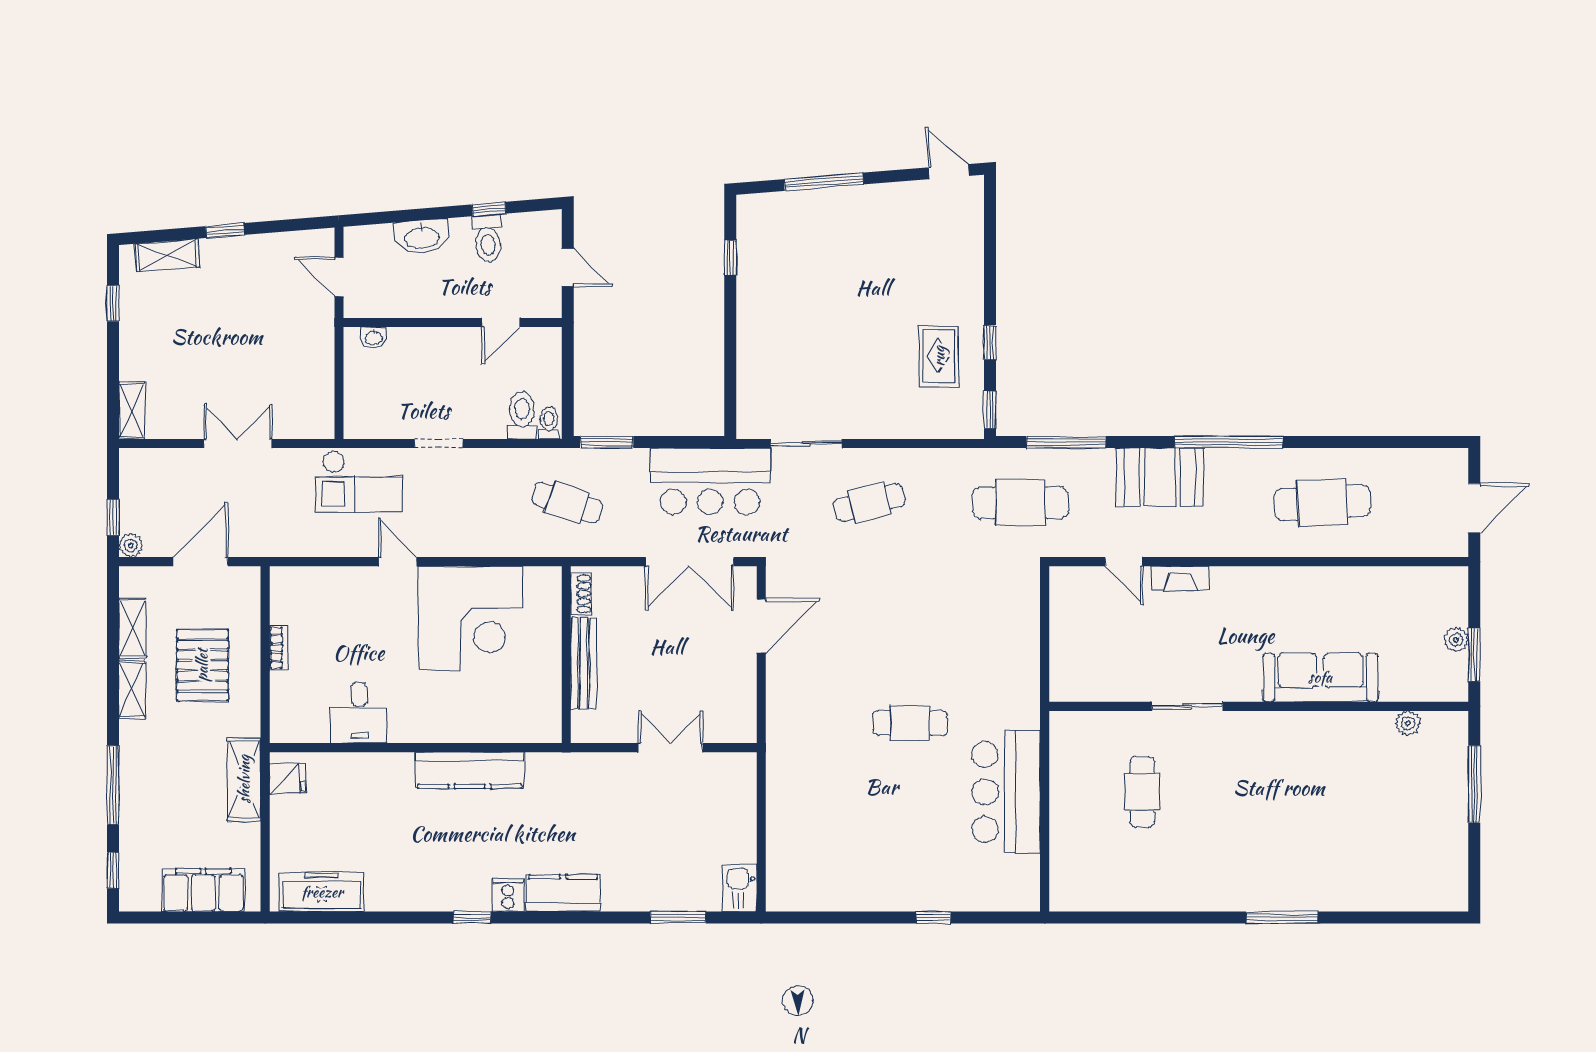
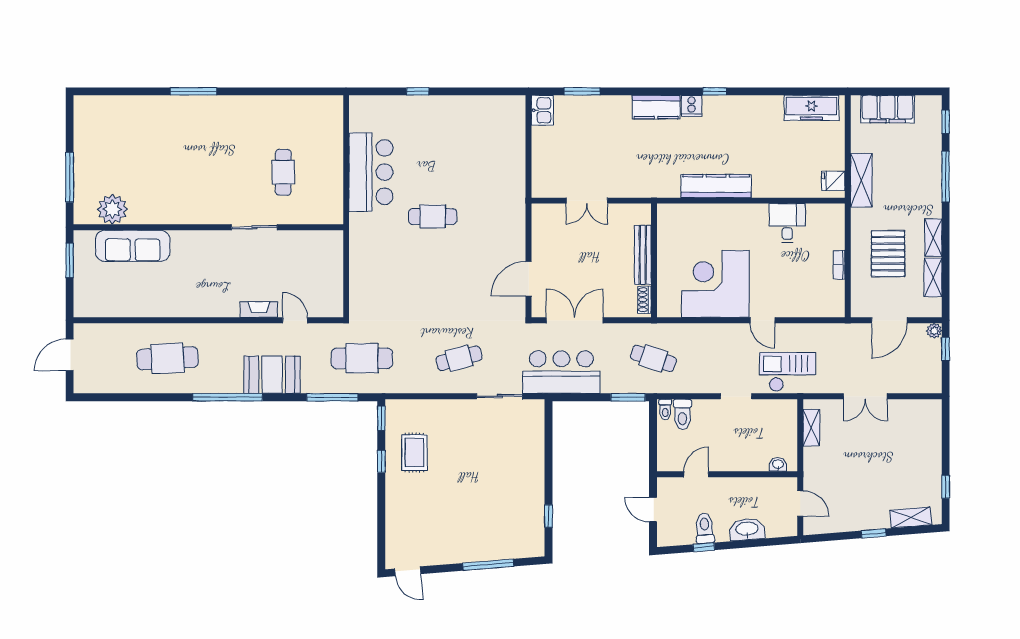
shelving: (132, 411) -> (811, 428), moved
plant: (1456, 640) -> (81, 270), removed
sofa: (1320, 677) -> (133, 246), moved
plant: (1408, 723) -> (112, 209), width x1.88, depth x1.88

